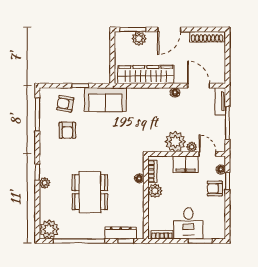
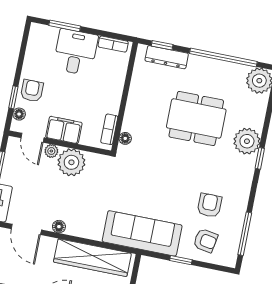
sofa: (105, 100) -> (142, 233), width x1.36
floor lamp: (139, 178) -> (125, 138), moved
plant: (45, 183) -> (247, 141), width x1.87, depth x1.87
armchair: (215, 188) -> (32, 91), turned -90
plant: (155, 191) -> (111, 103), removed
dining table: (90, 192) -> (196, 118), turned 90

